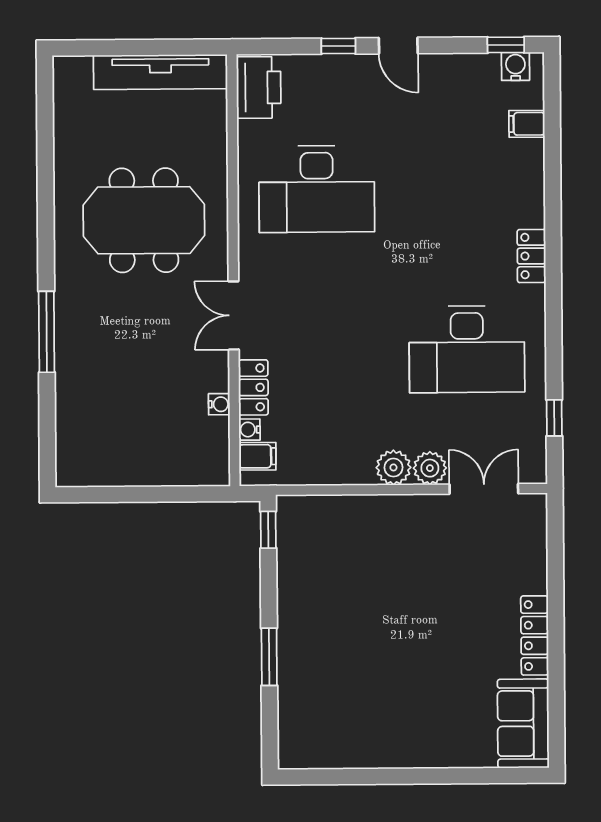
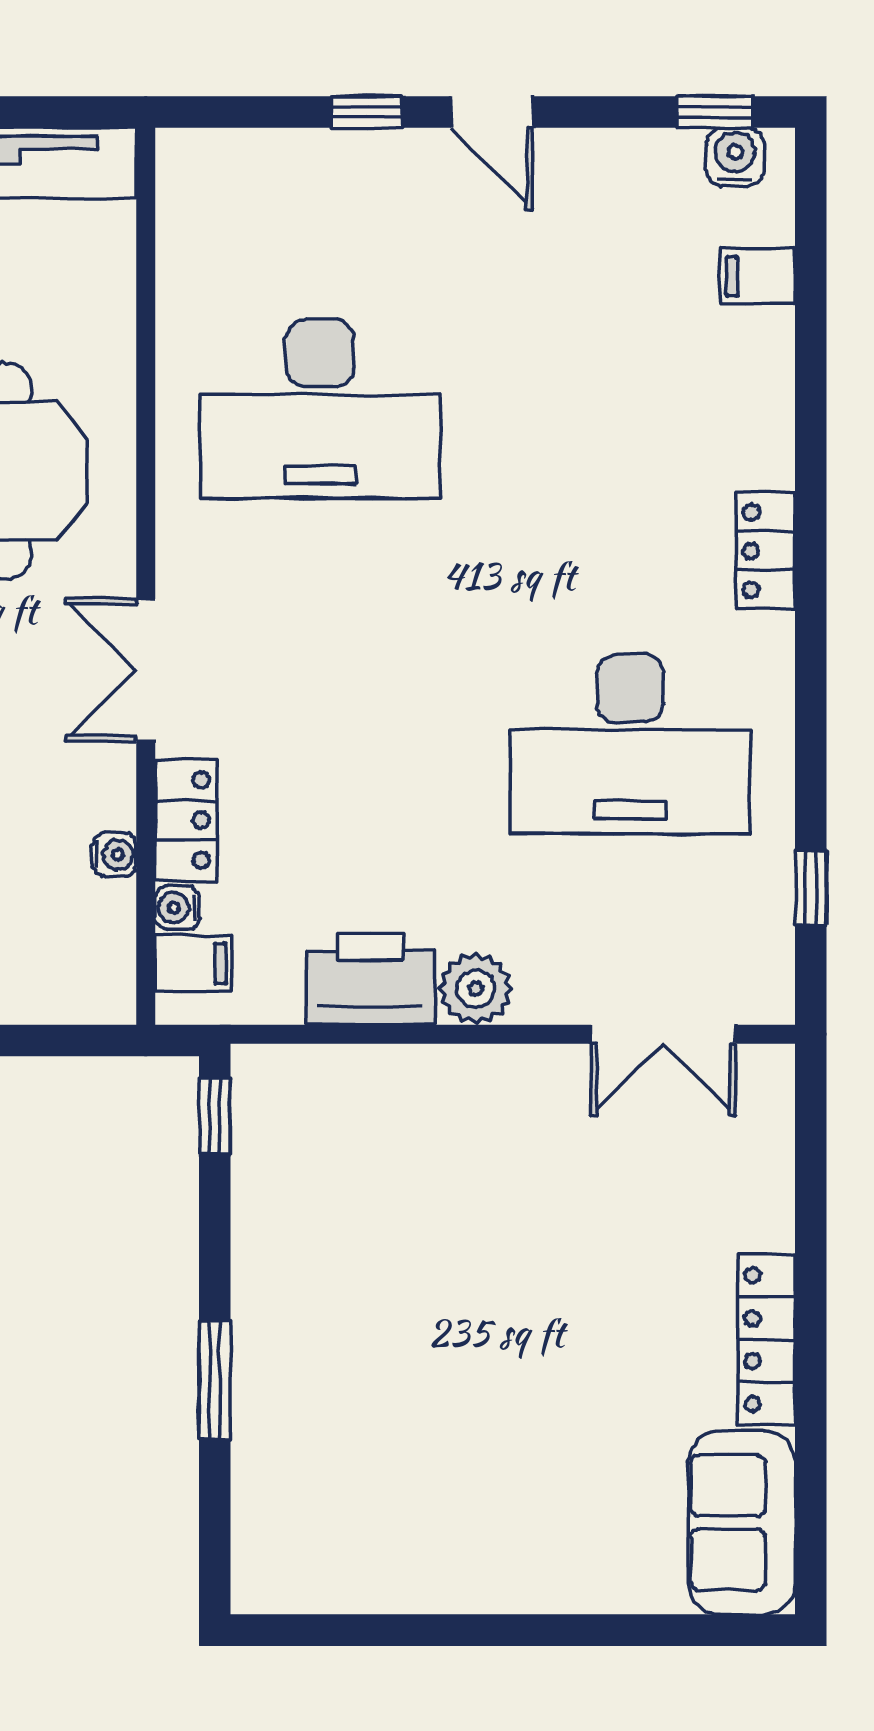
printer: (259, 87) -> (371, 979), moved, turned -90
plant: (430, 468) -> (551, 990), removed
double door: (484, 489) -> (663, 1034), swing flipped

